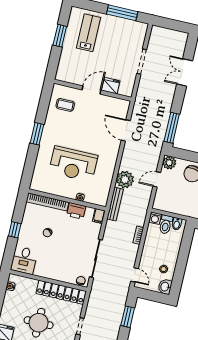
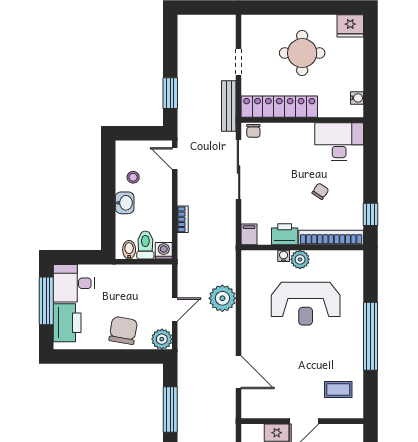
window: (172, 128) -> (170, 410), moved
window: (37, 134) -> (371, 336), width x2.11
reception desk: (73, 164) -> (306, 304), turned 180
plant: (70, 193) -> (300, 259), added
bench: (115, 204) -> (229, 106), moved
window: (15, 230) -> (371, 214), moved
desk: (24, 260) -> (339, 142), width x1.37
washbasin: (165, 287) -> (125, 203), moved

